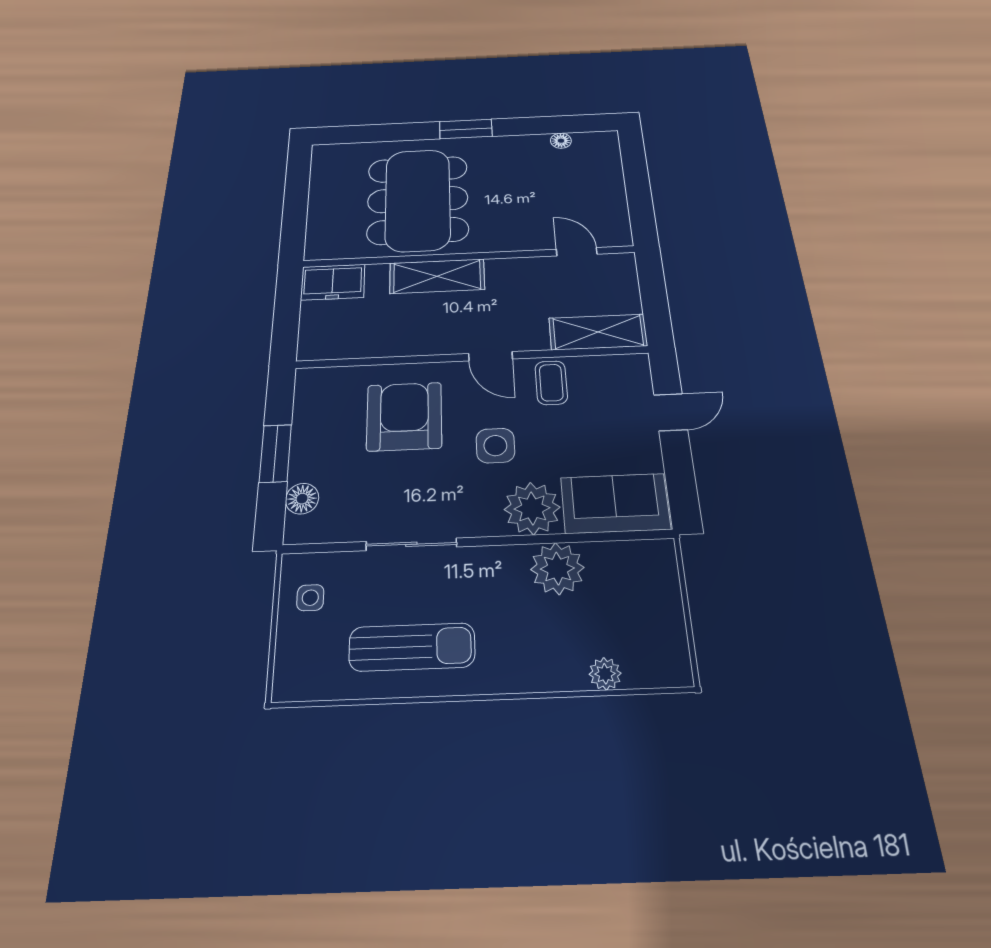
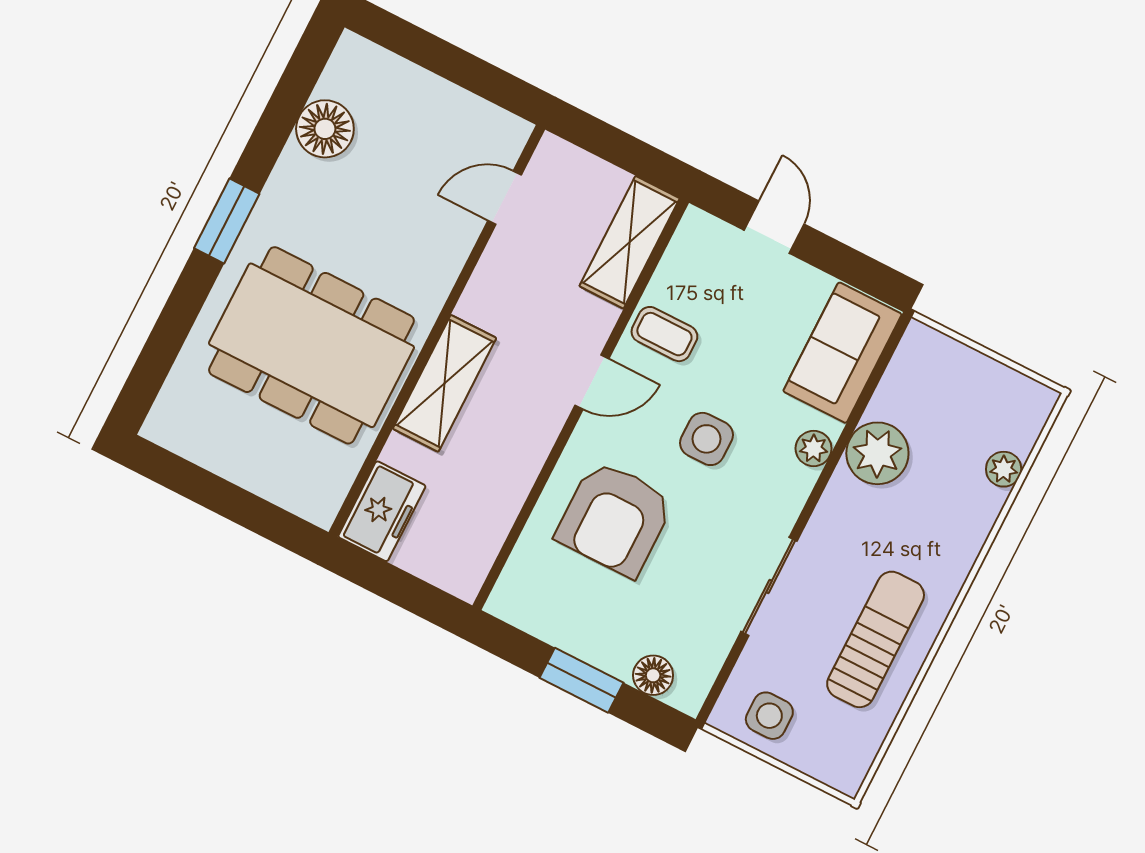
floor lamp: (561, 141) -> (325, 129), width x1.89, depth x1.89
armchair: (404, 416) -> (615, 518), turned -90
plant: (532, 508) -> (814, 448), width x0.53, depth x0.53
side table: (310, 598) -> (769, 716), width x1.37, depth x1.37

